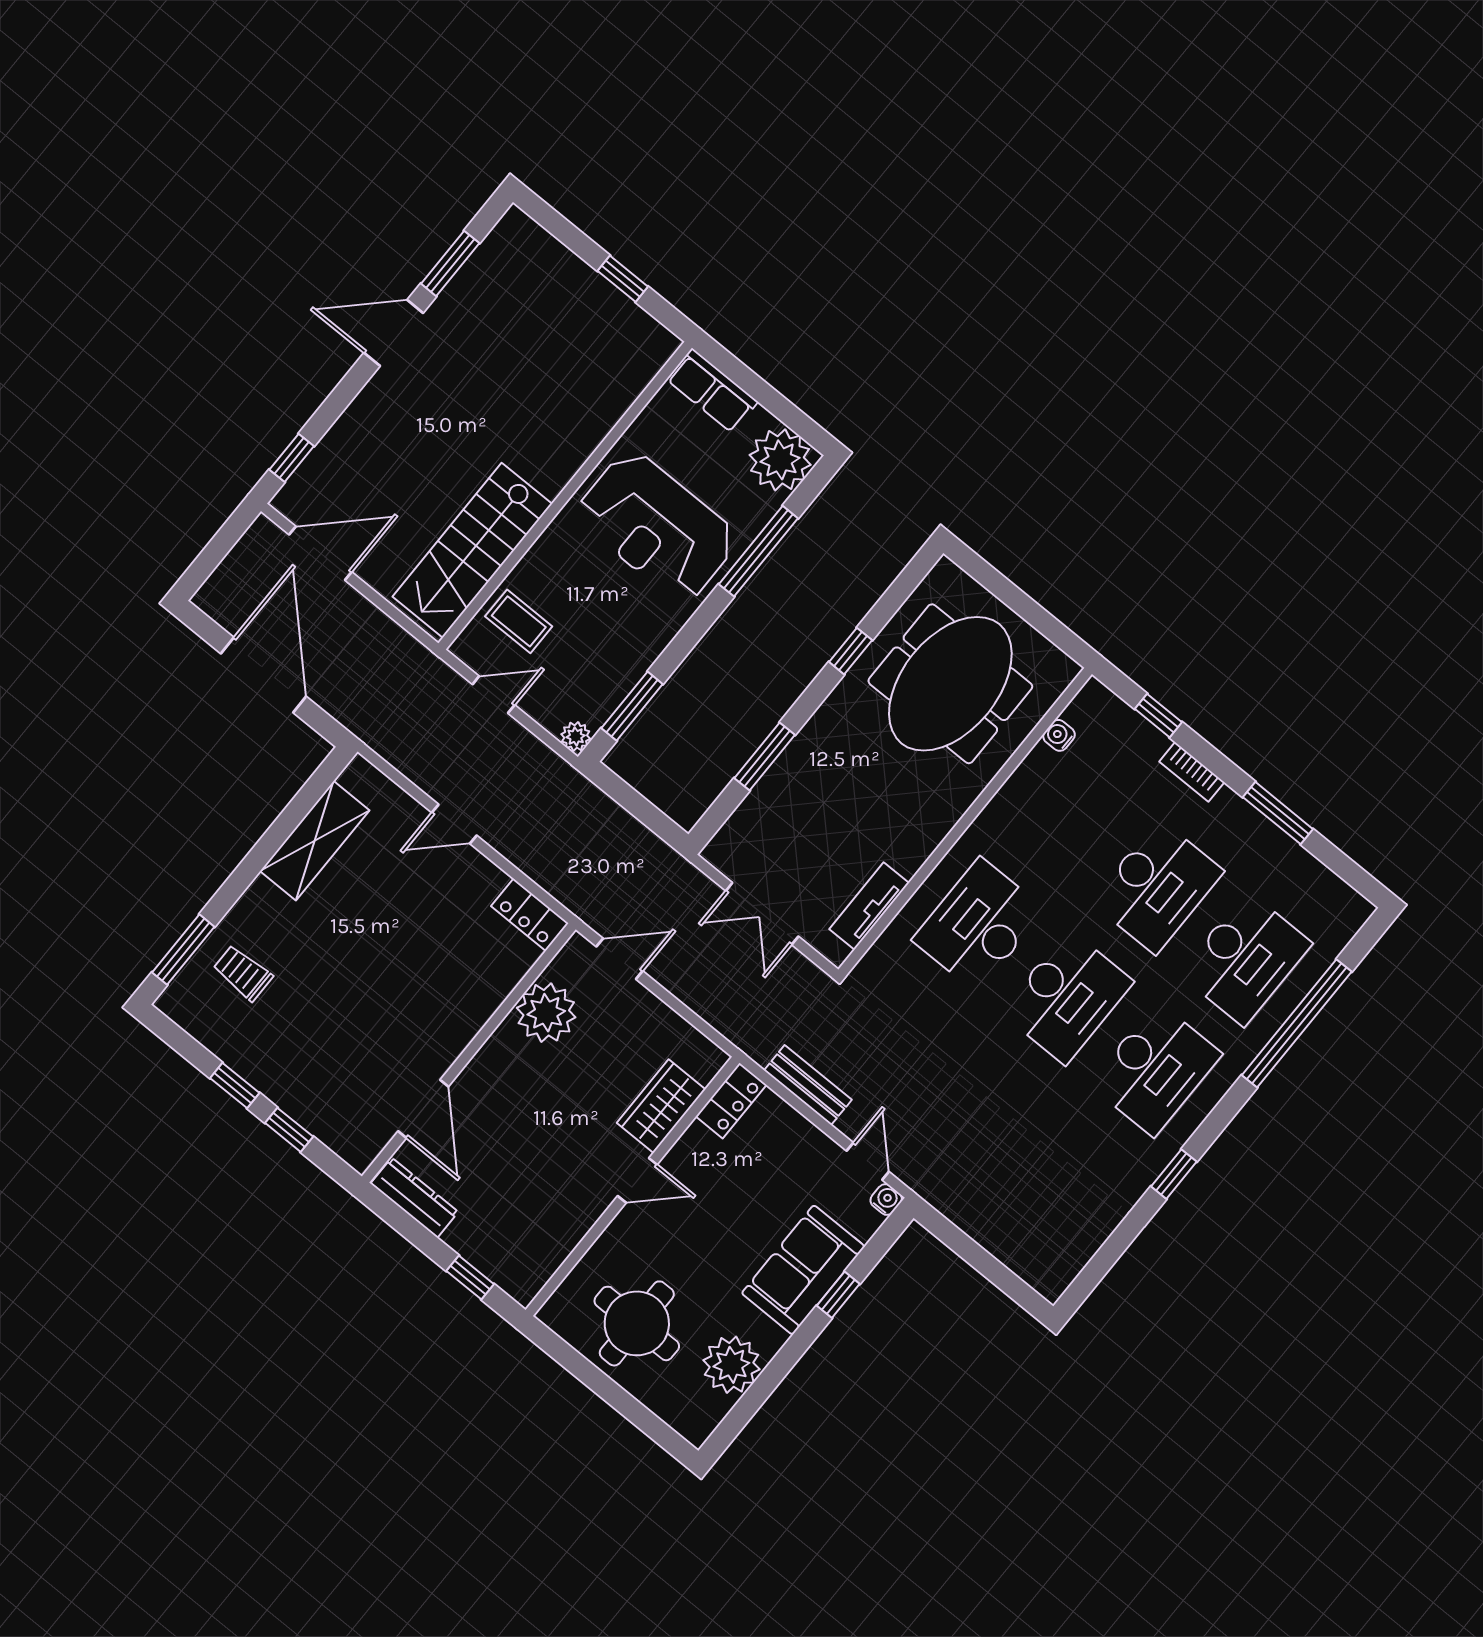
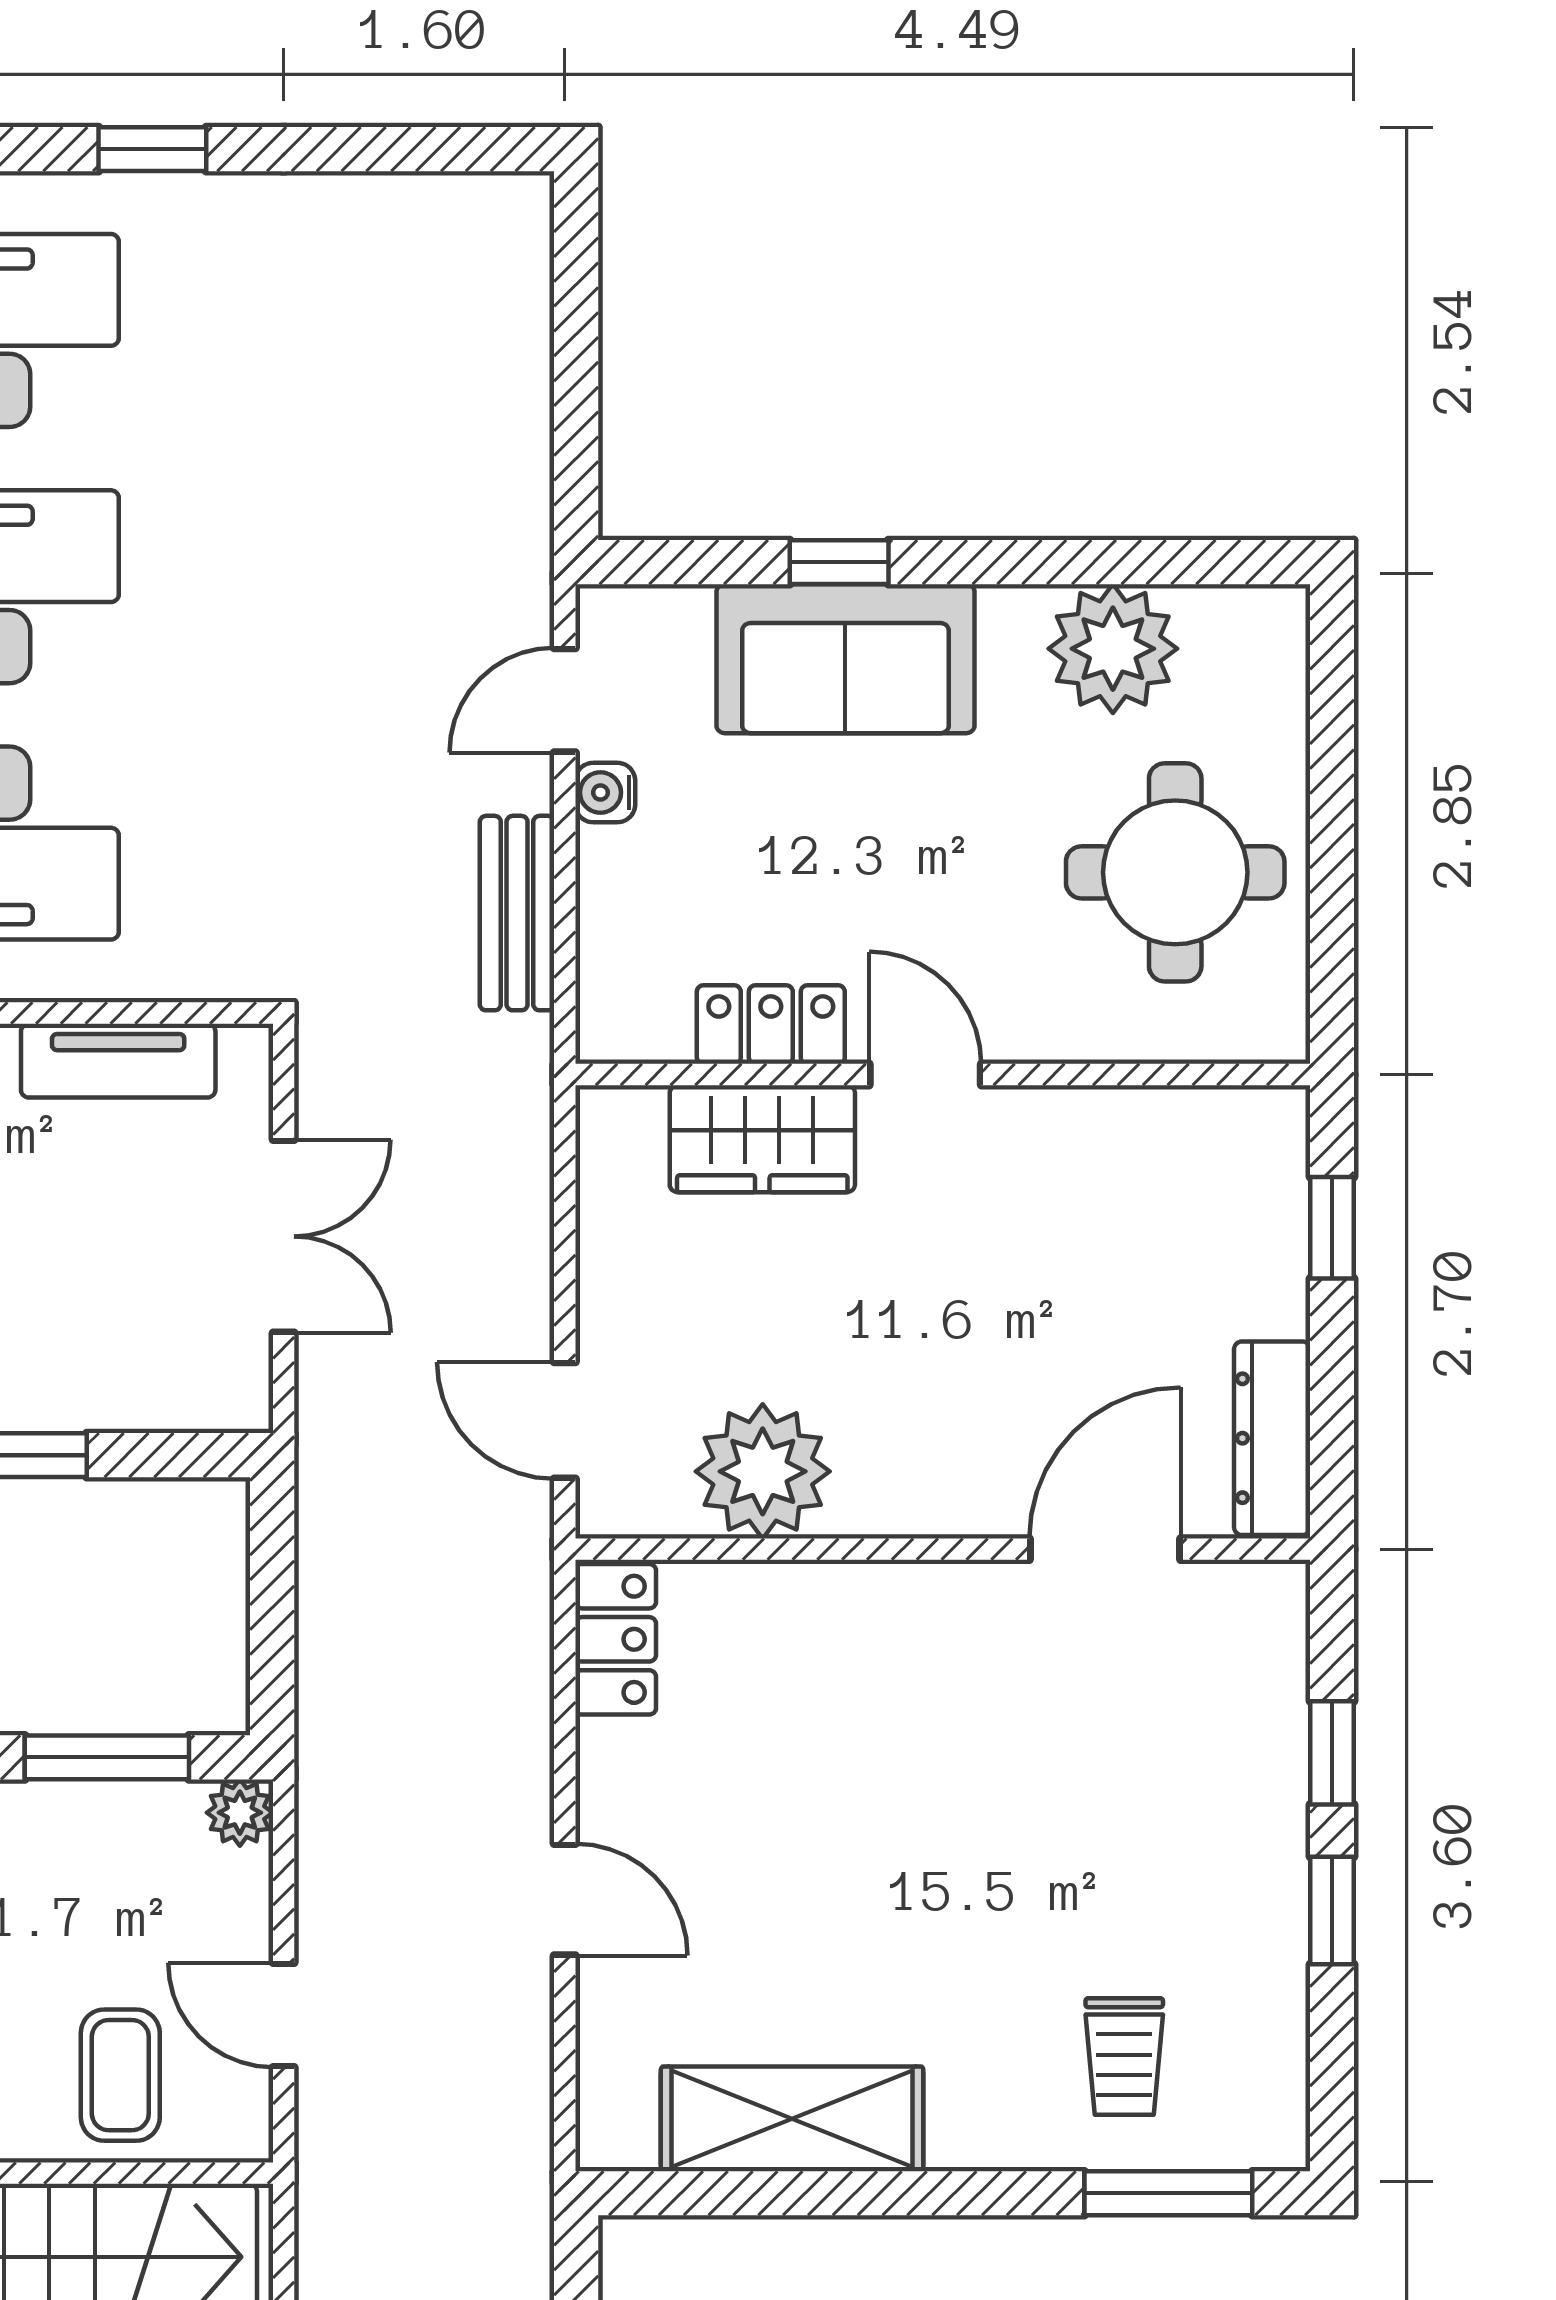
locker: (731, 1101) -> (771, 1025), moved
water cooler: (886, 1200) -> (605, 793), moved

